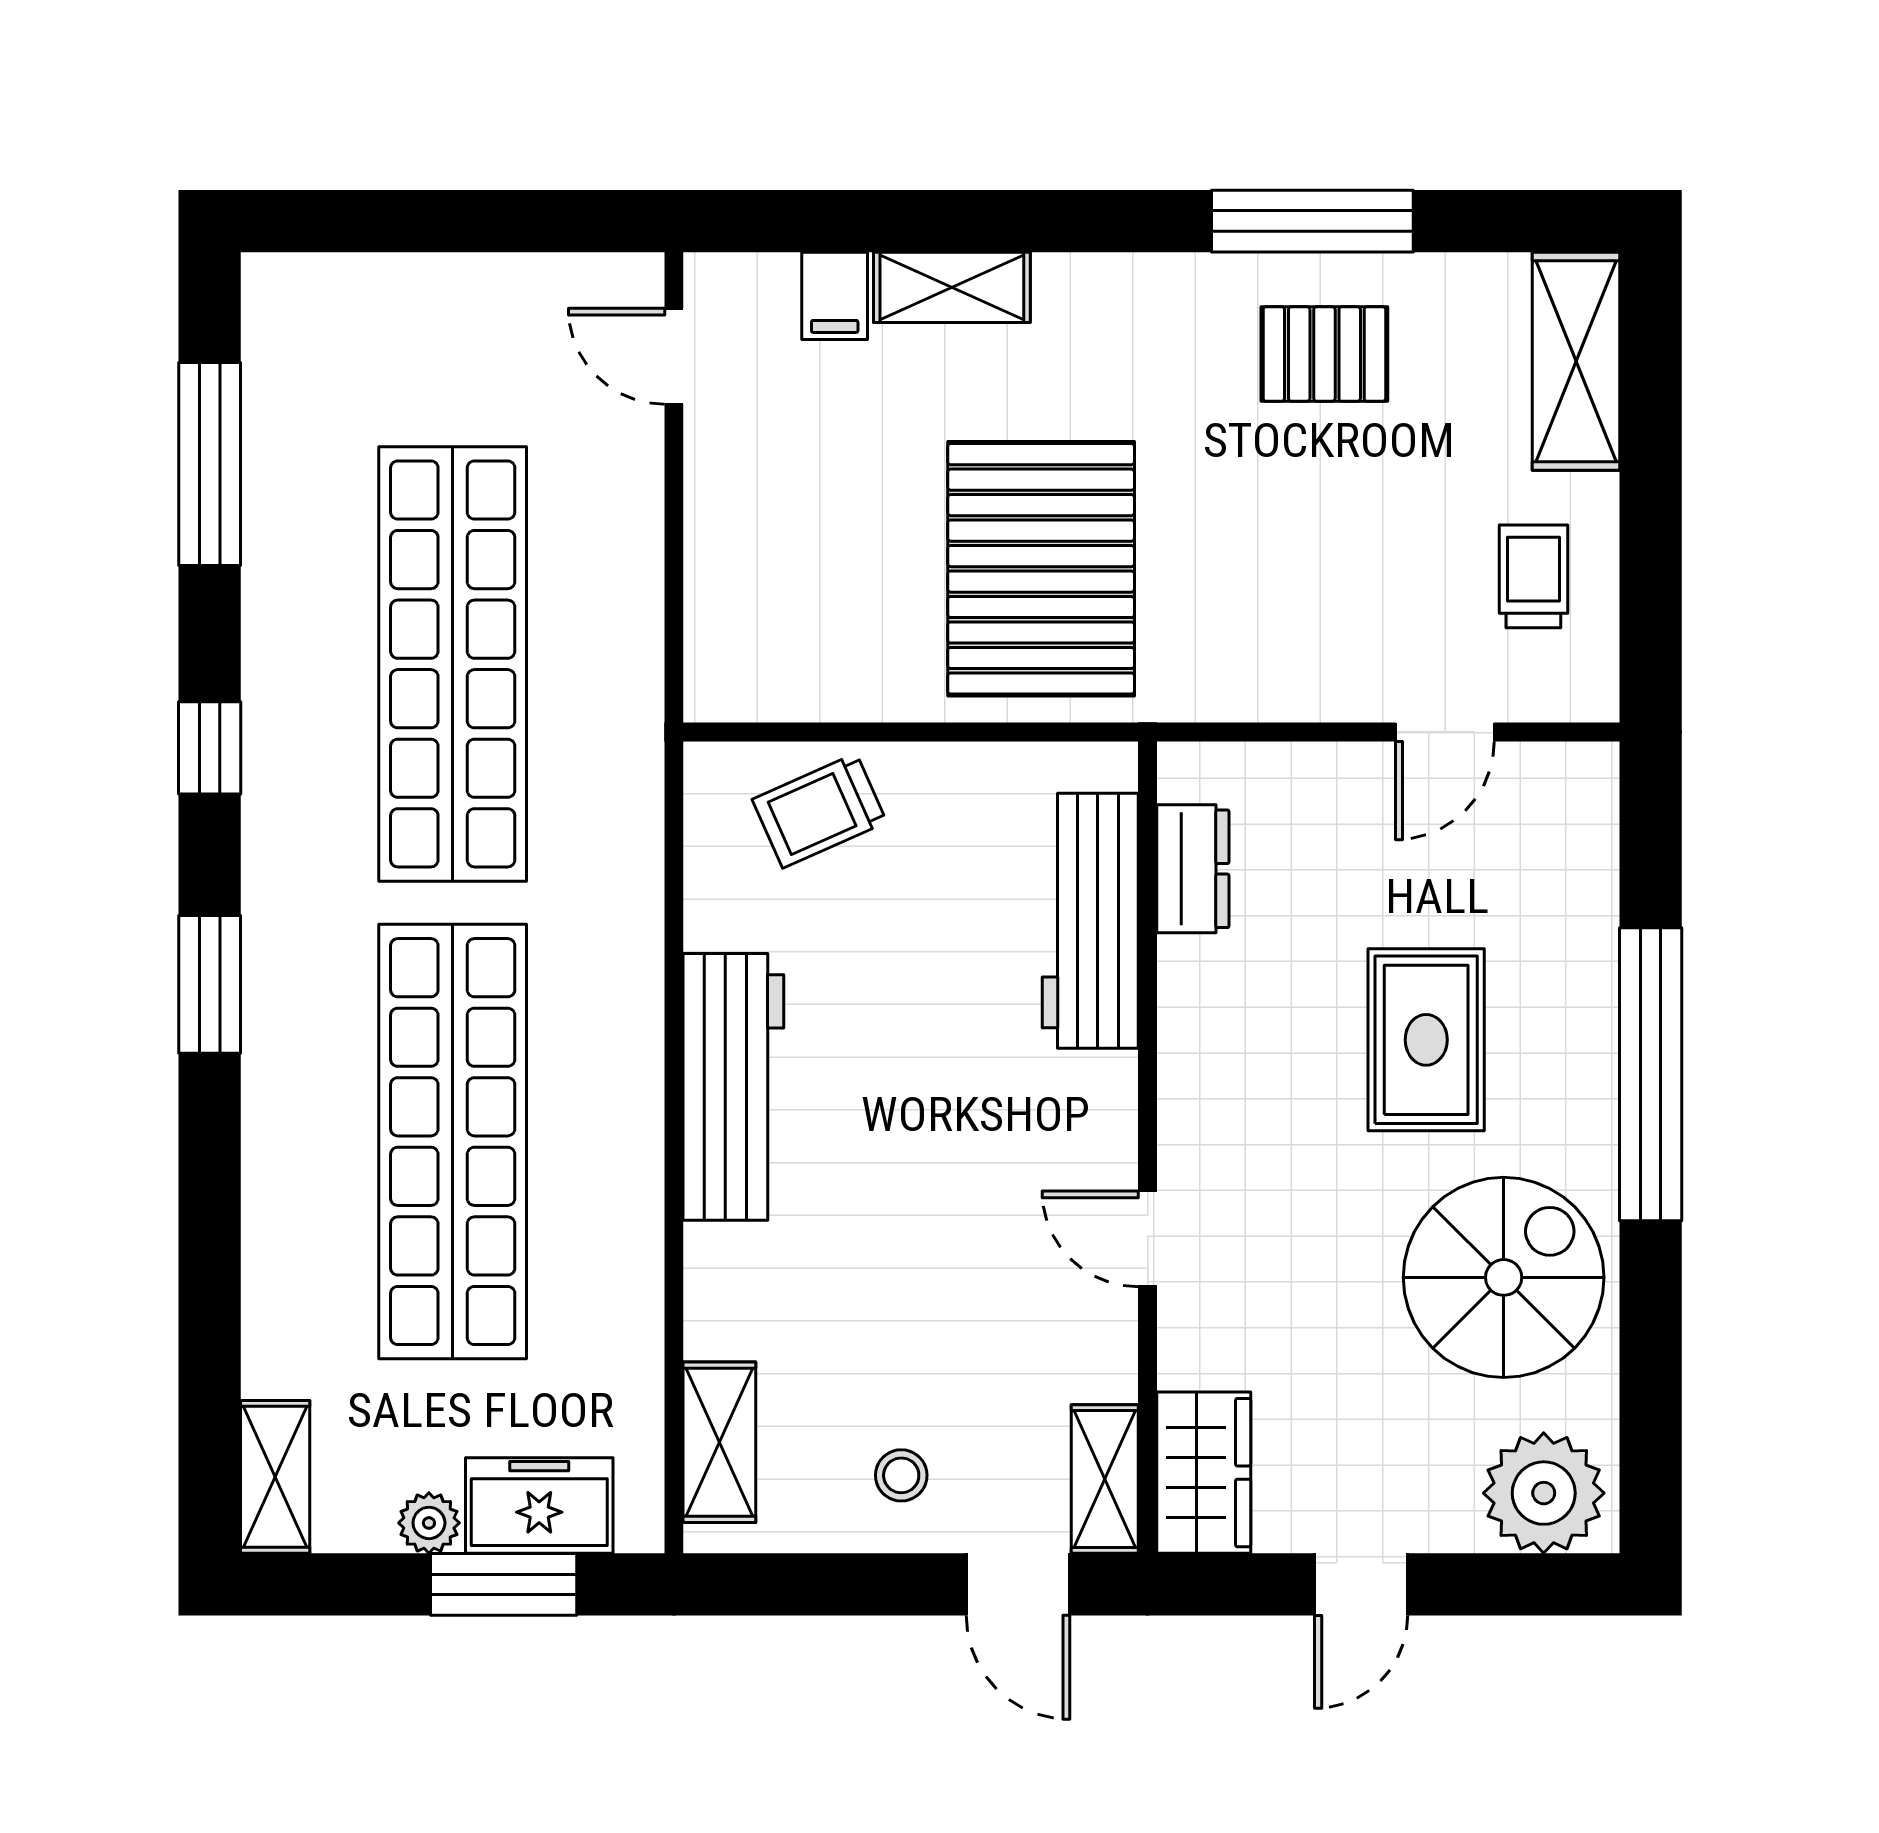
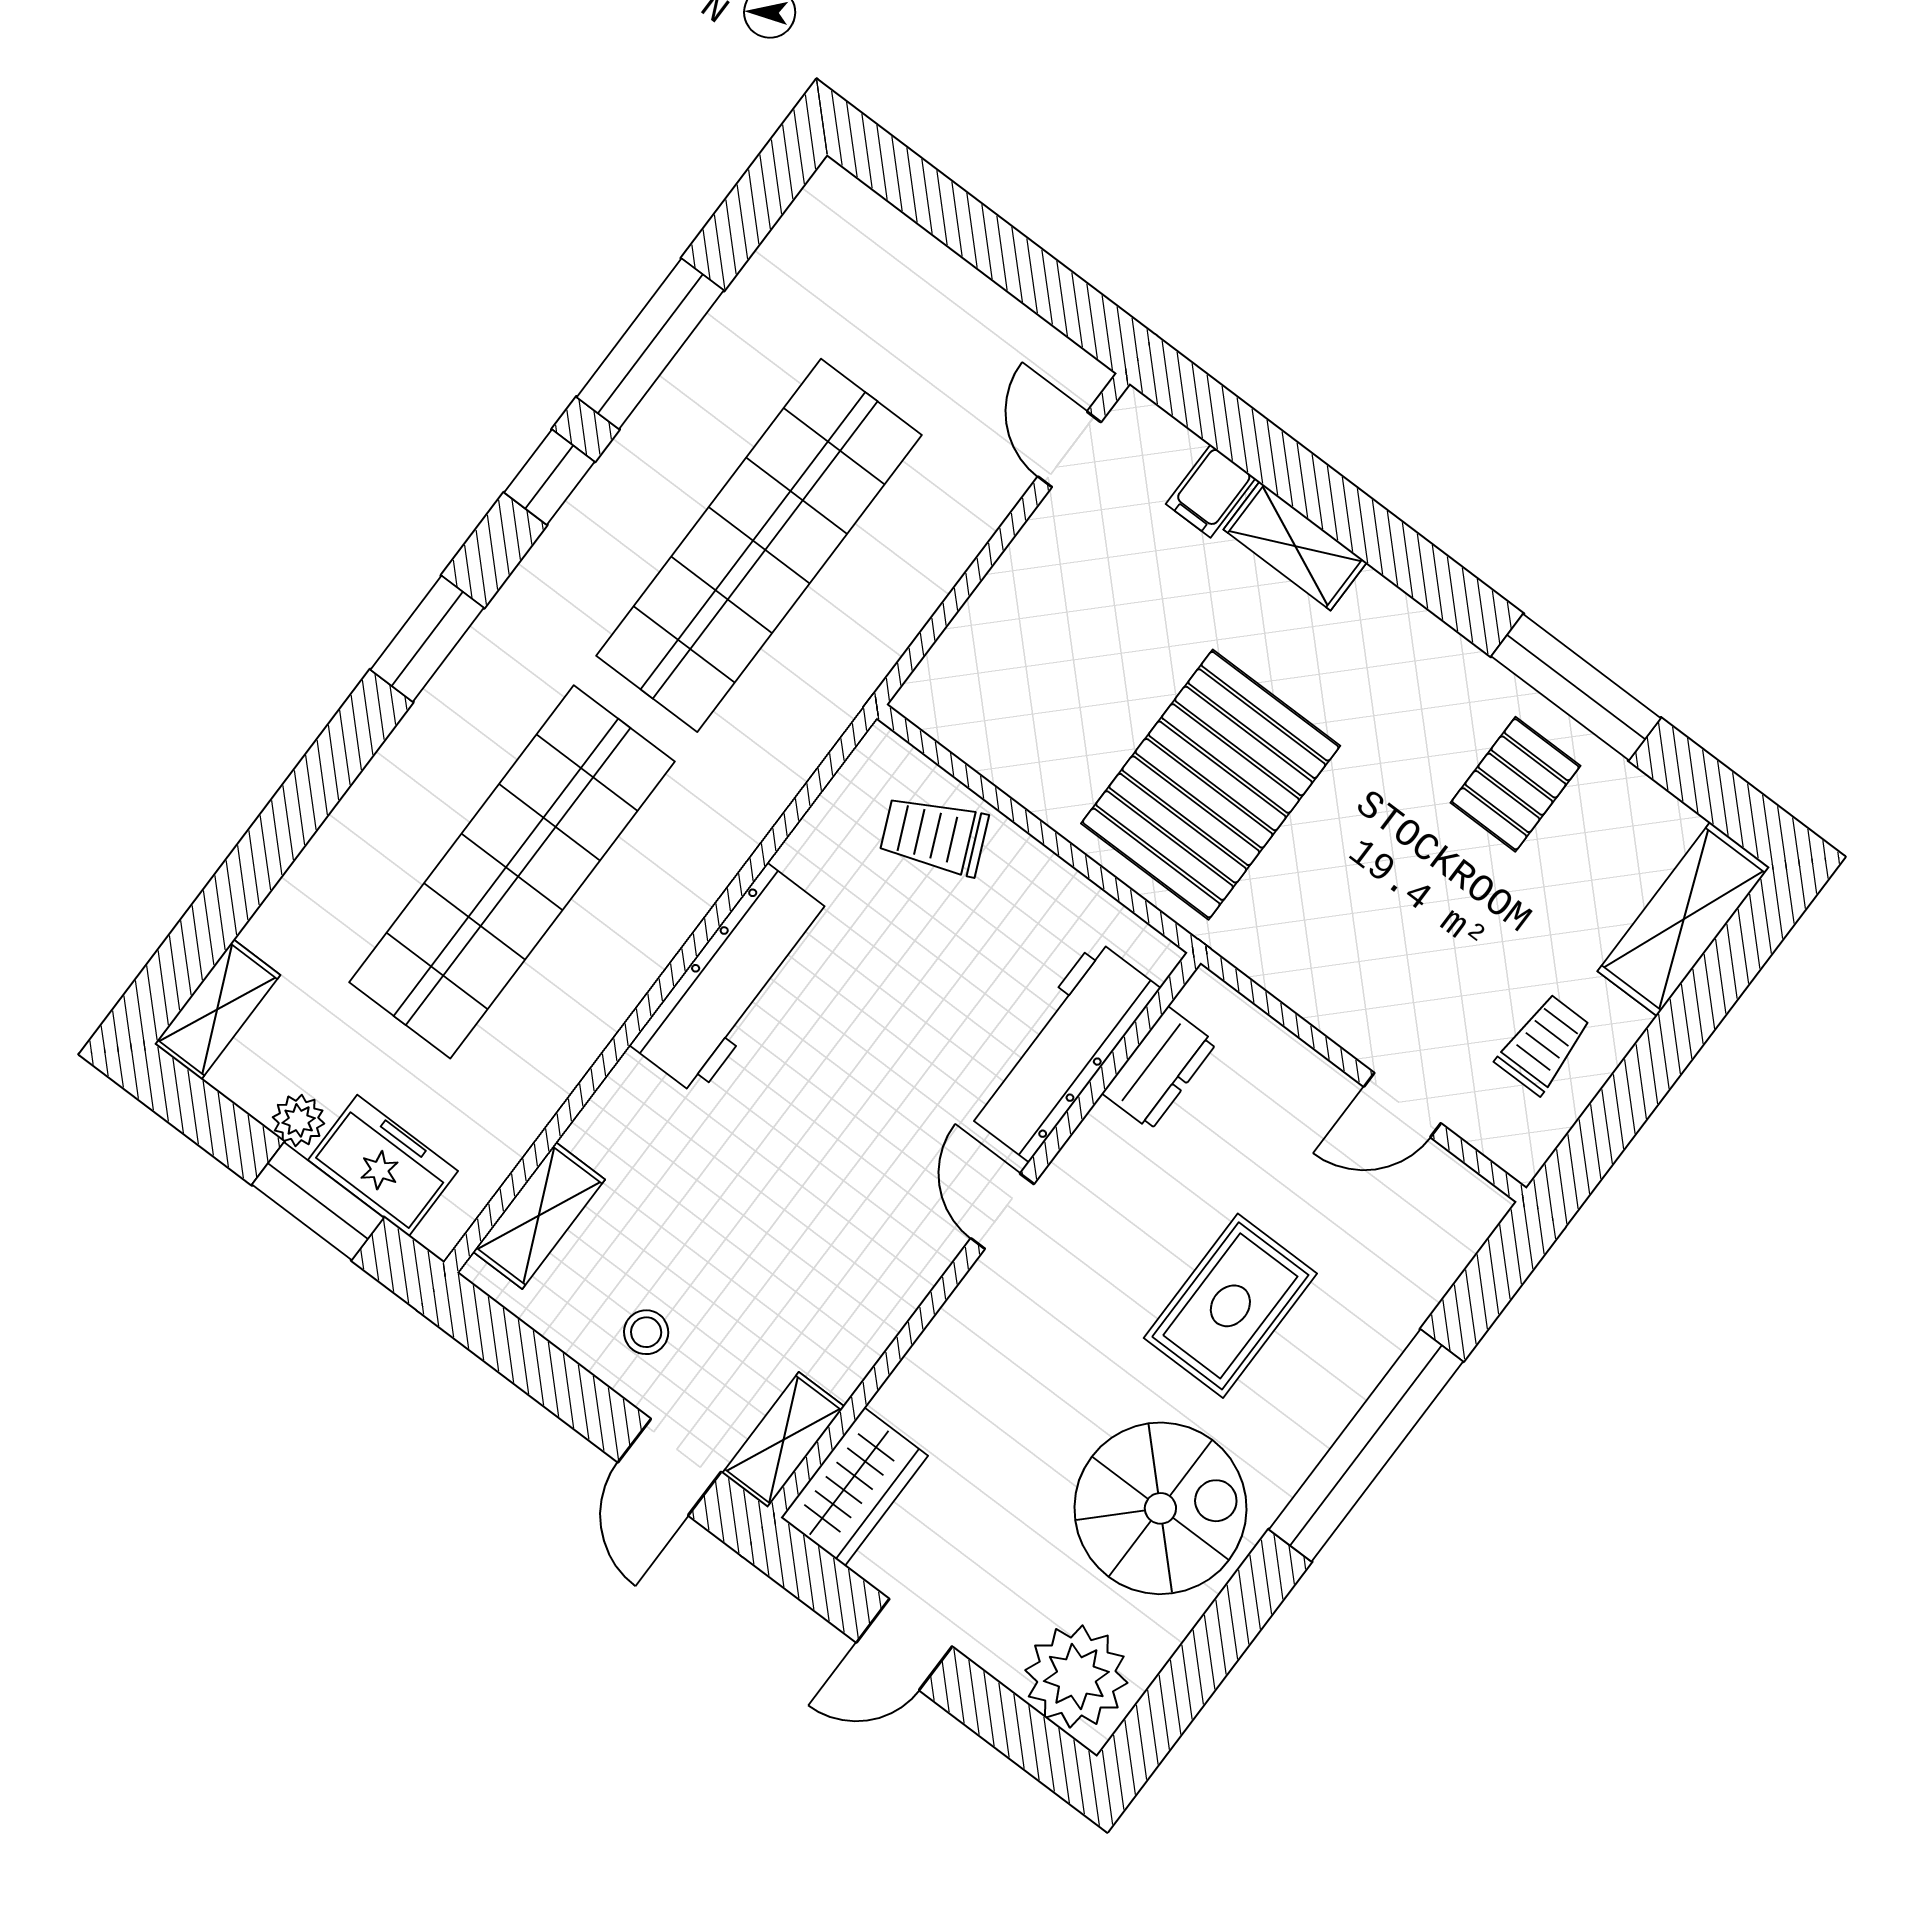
pallet: (1324, 354) -> (1515, 784), turned 90
window: (210, 464) -> (650, 344), moved
door: (1148, 1239) -> (1002, 1211), moved

